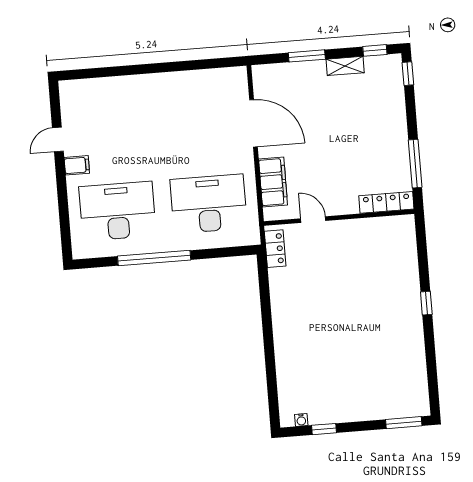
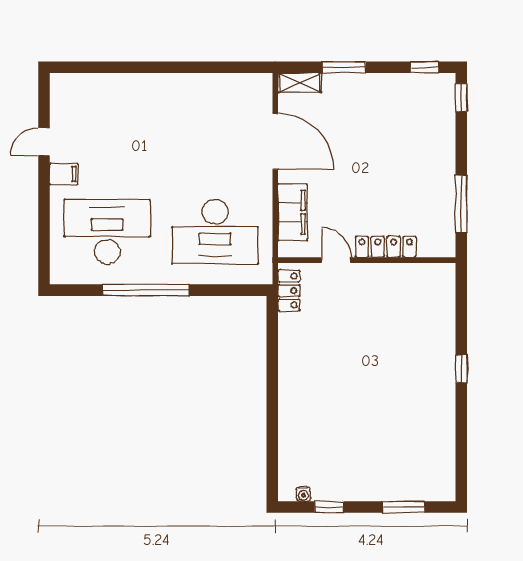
shelving: (345, 66) -> (300, 83), moved
locker: (386, 202) -> (386, 247), moved
desk: (209, 204) -> (215, 232), turned 180
window: (404, 423) -> (403, 507), moved

